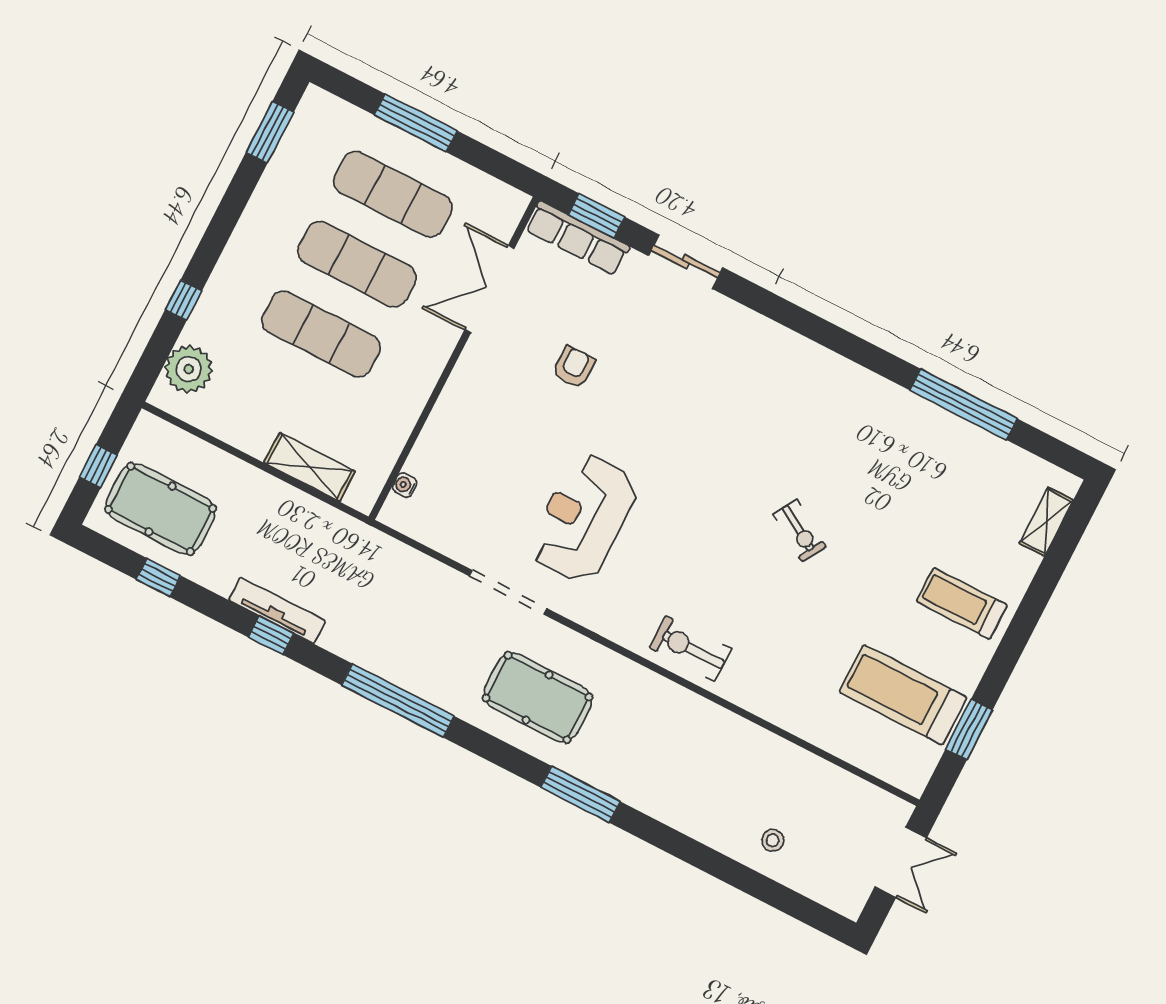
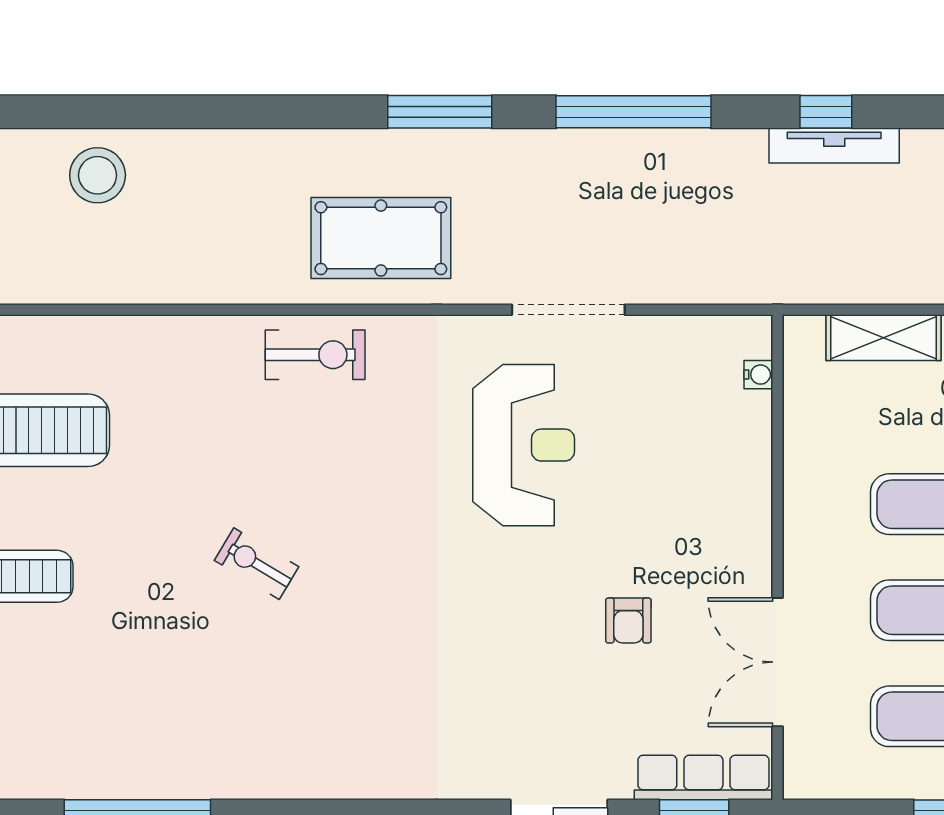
double door: (490, 289) -> (777, 662), swing flipped
pool table: (538, 697) -> (381, 238), moved
window: (580, 794) -> (440, 112), moved
stool: (773, 840) -> (98, 175), width x1.89, depth x1.89

